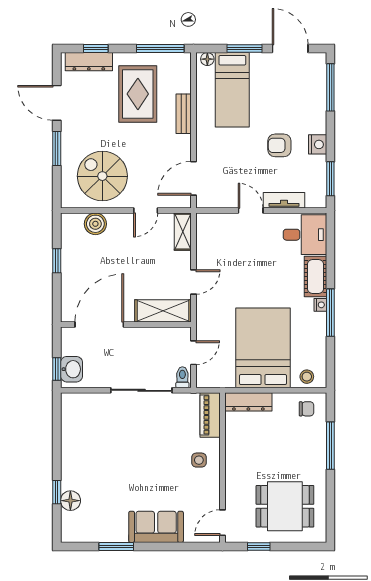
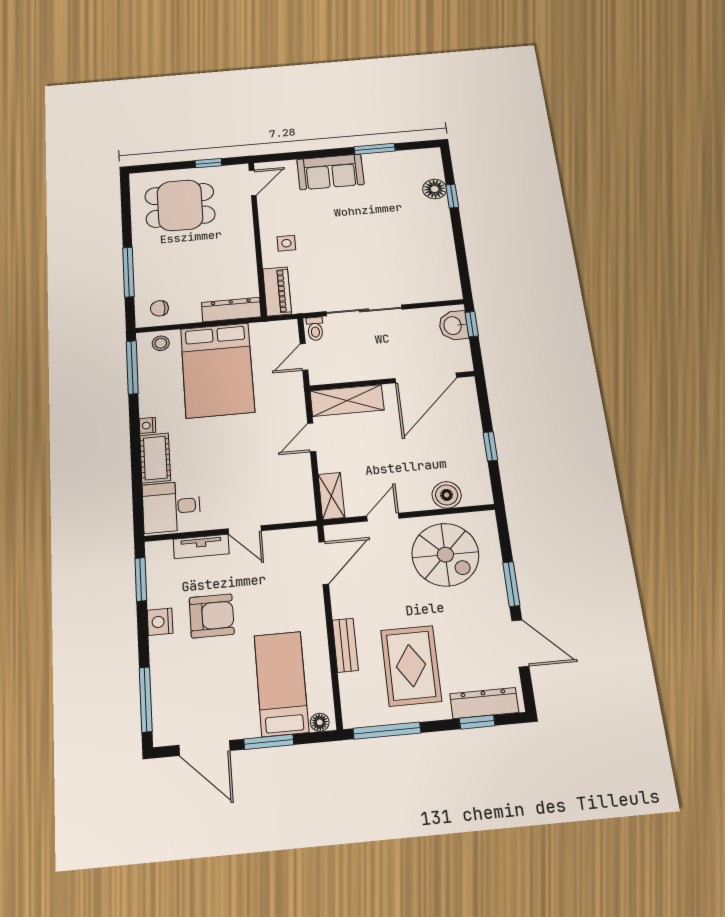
armchair: (279, 145) -> (212, 616), width x1.38, depth x1.38
window: (330, 313) -> (132, 367), moved

